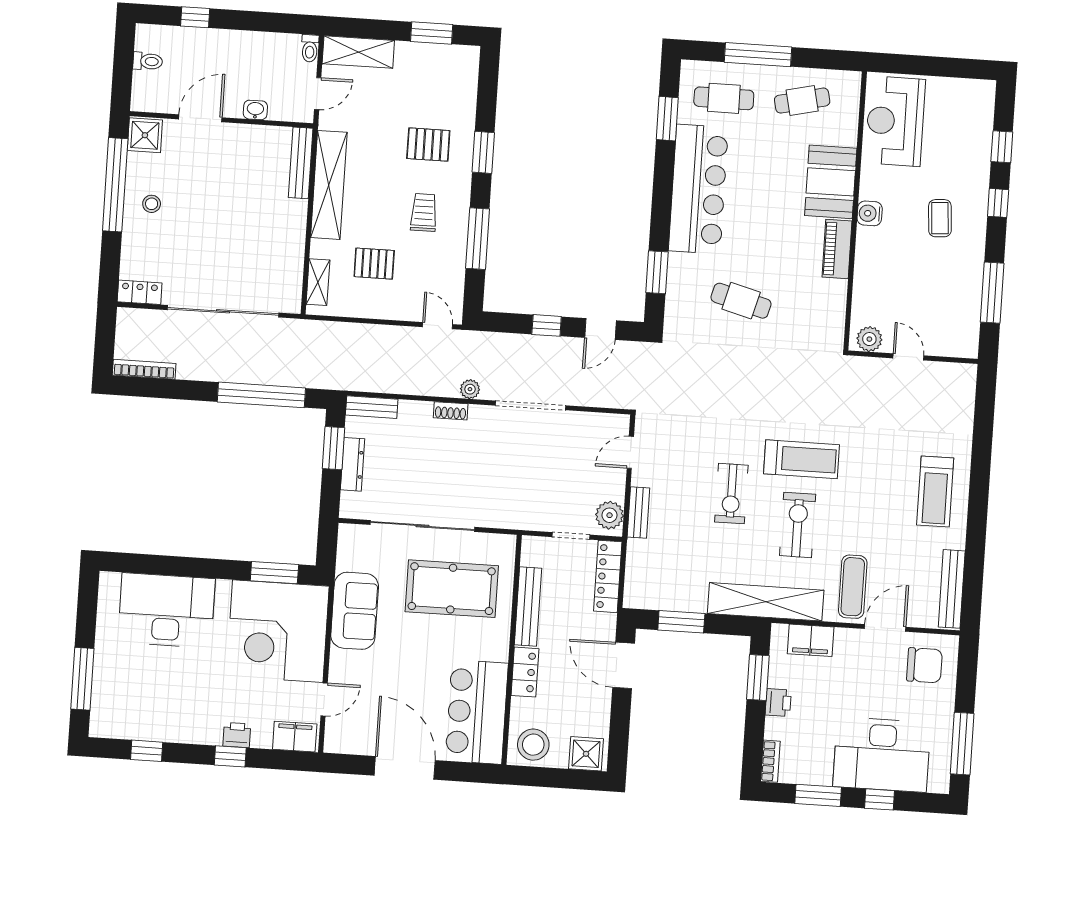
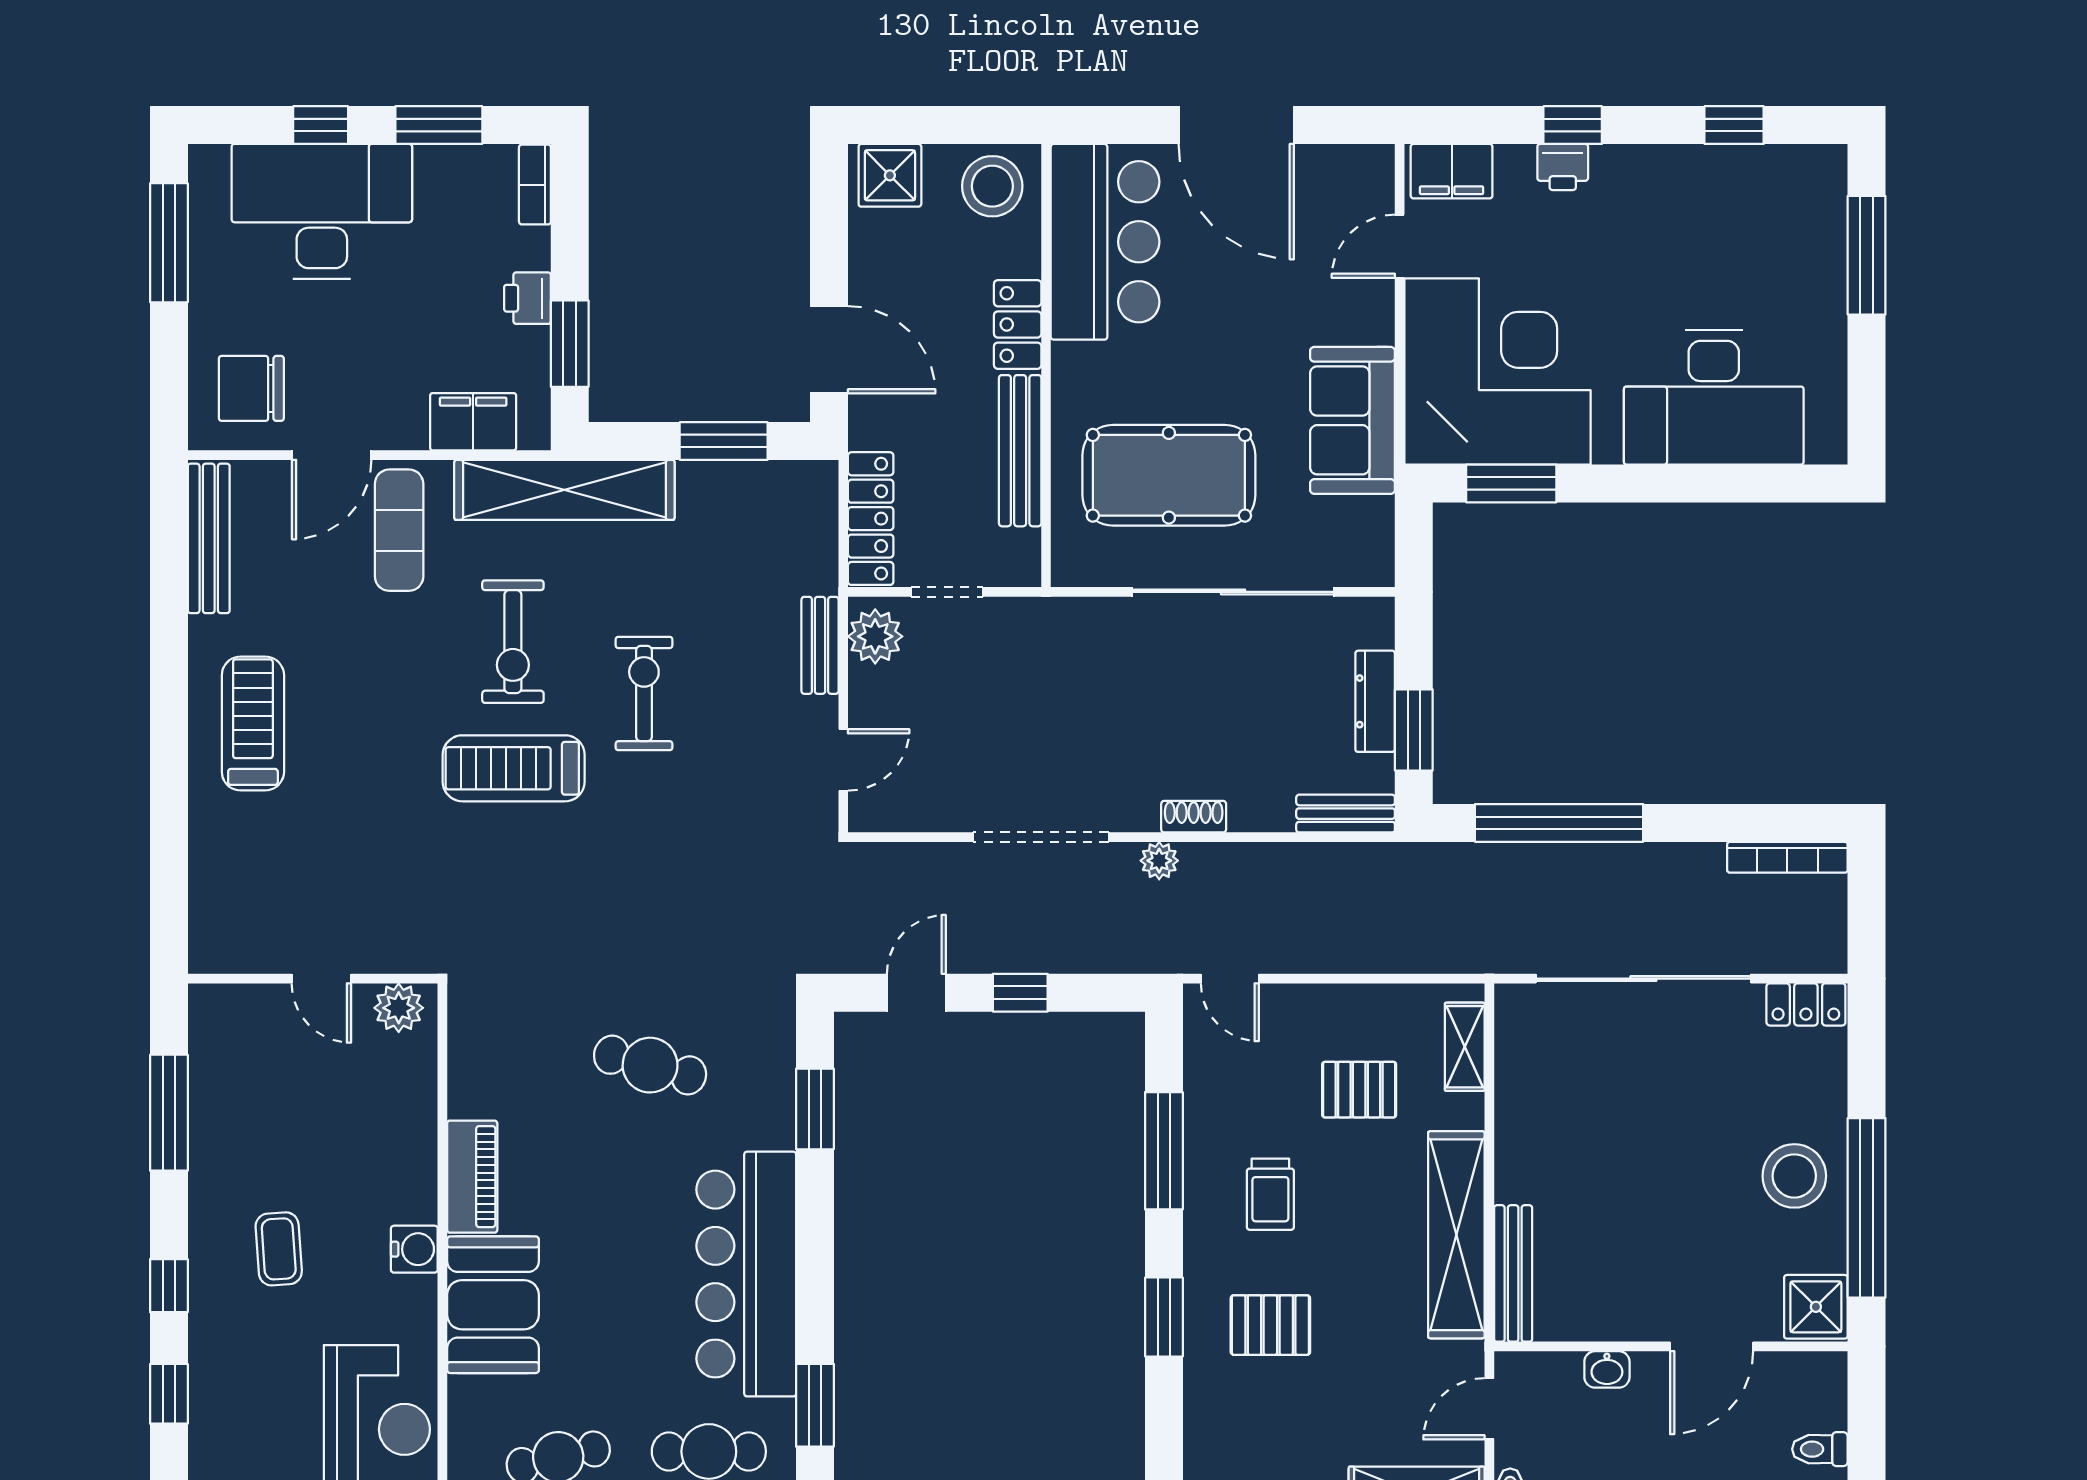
stool: (152, 204) -> (1794, 1176), width x1.89, depth x1.89

